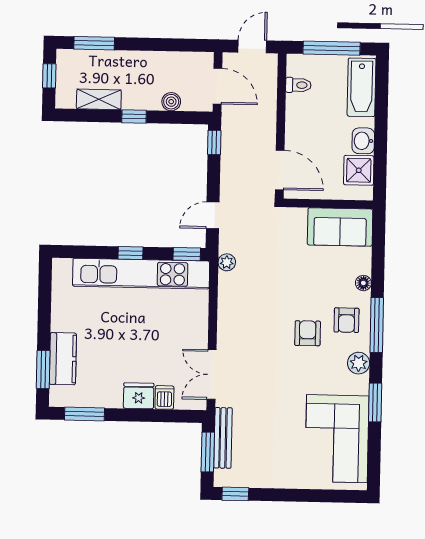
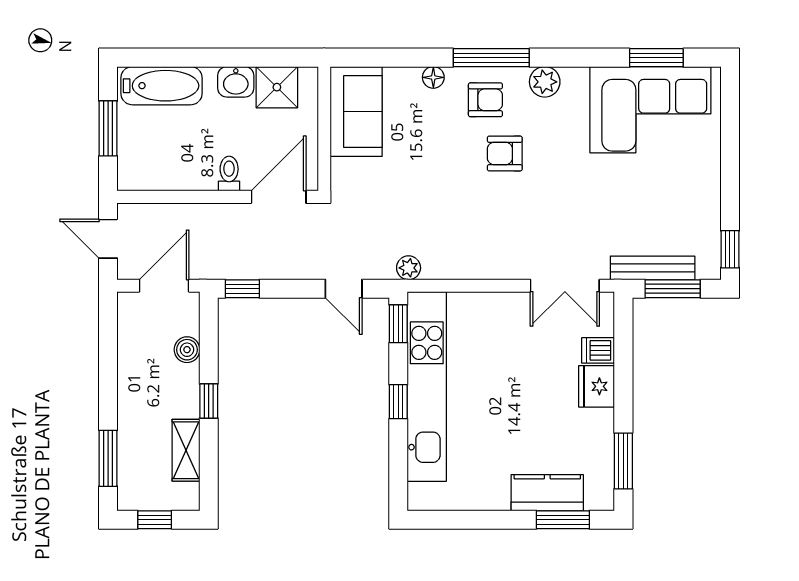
window: (332, 48) -> (108, 128), width x0.69
toilet: (298, 85) -> (229, 174), moved
window: (375, 402) -> (656, 58), moved

